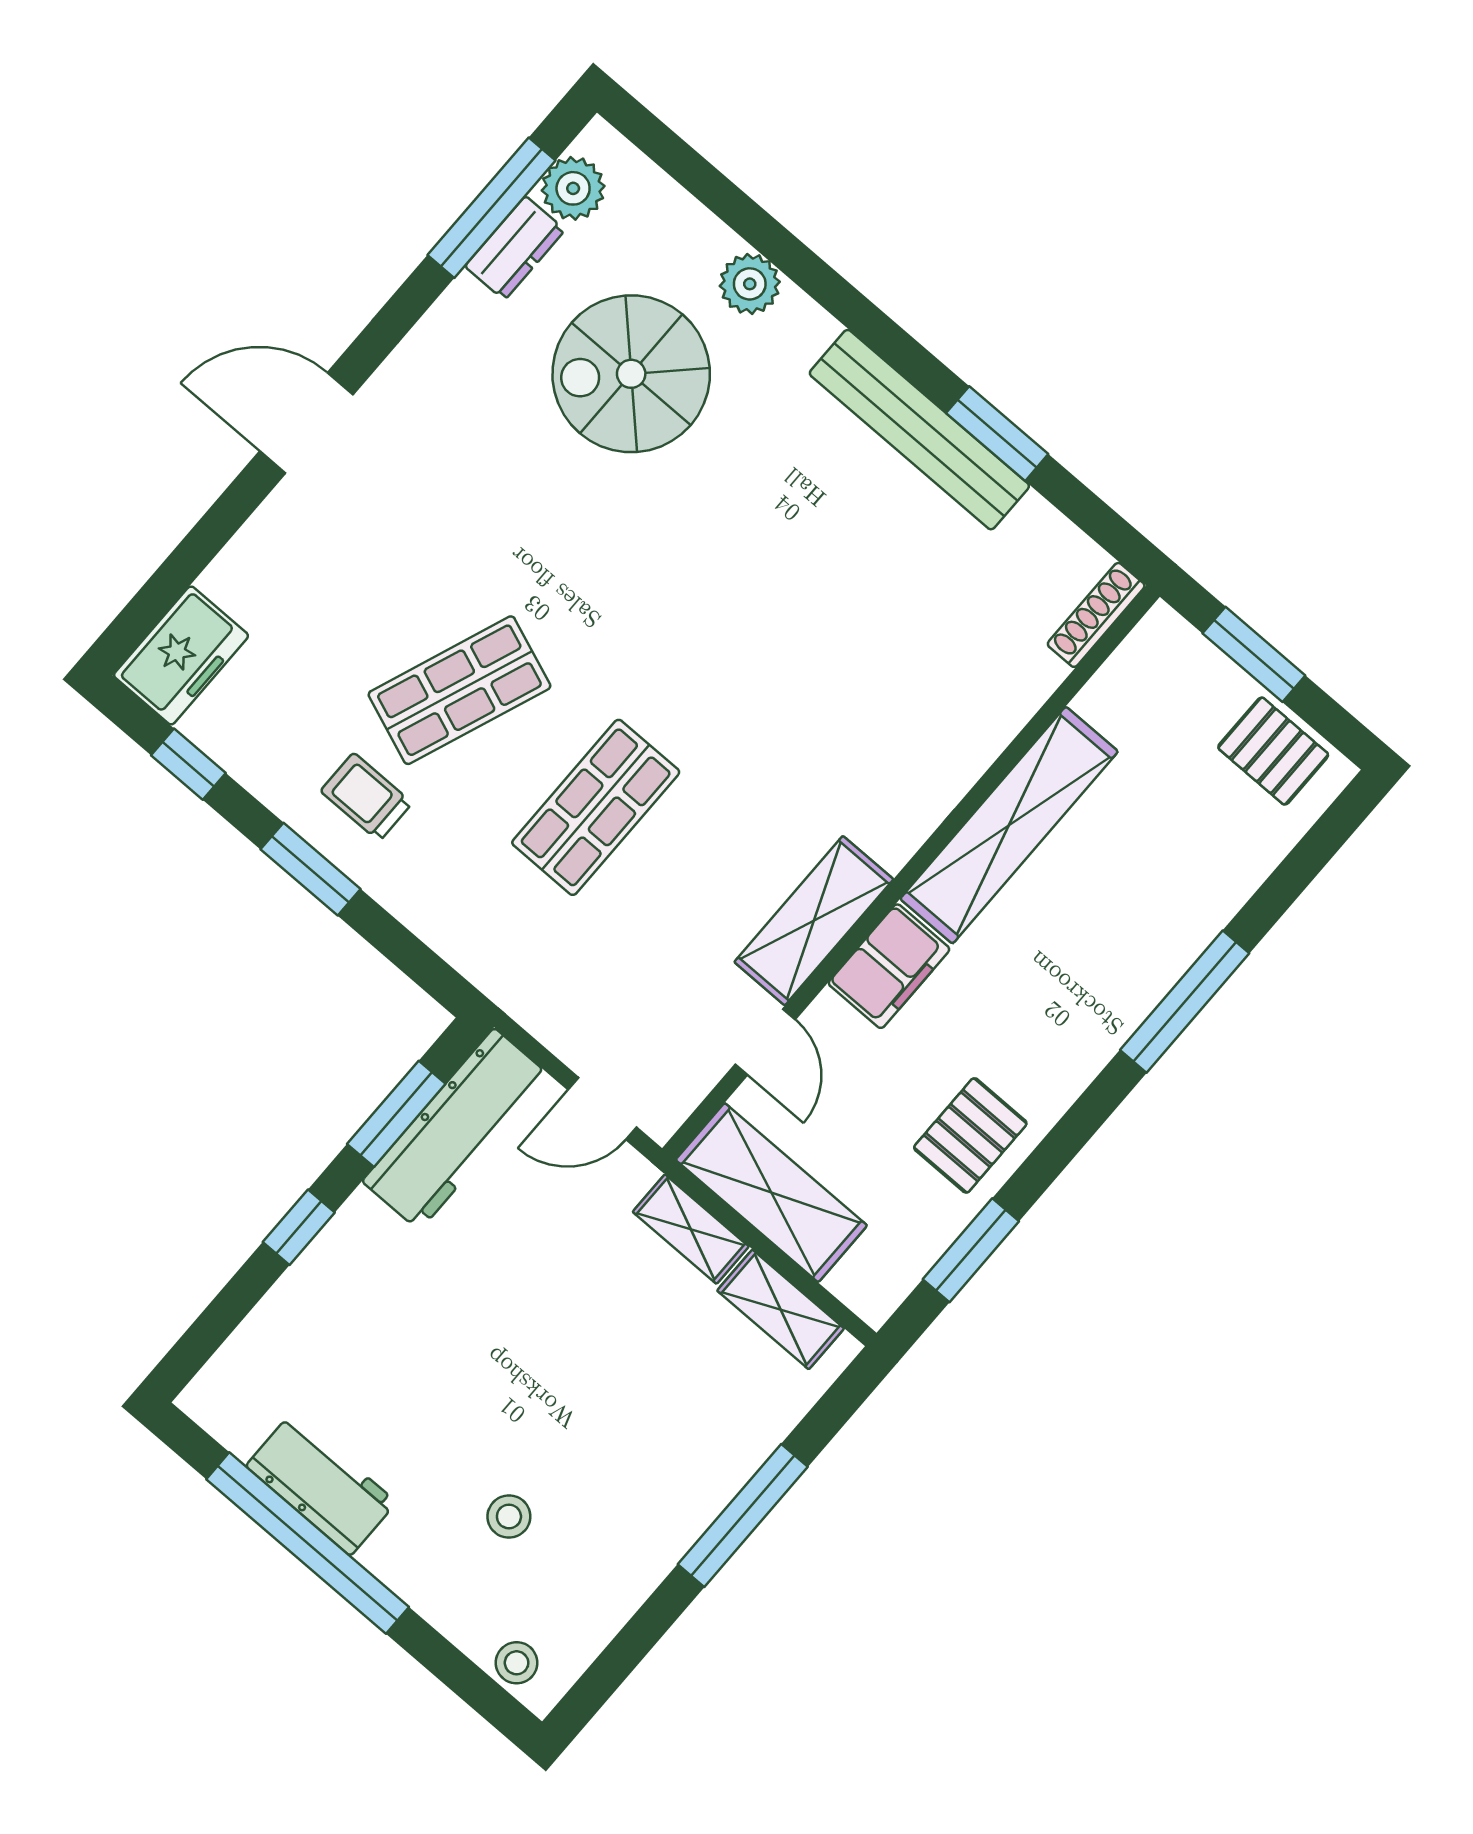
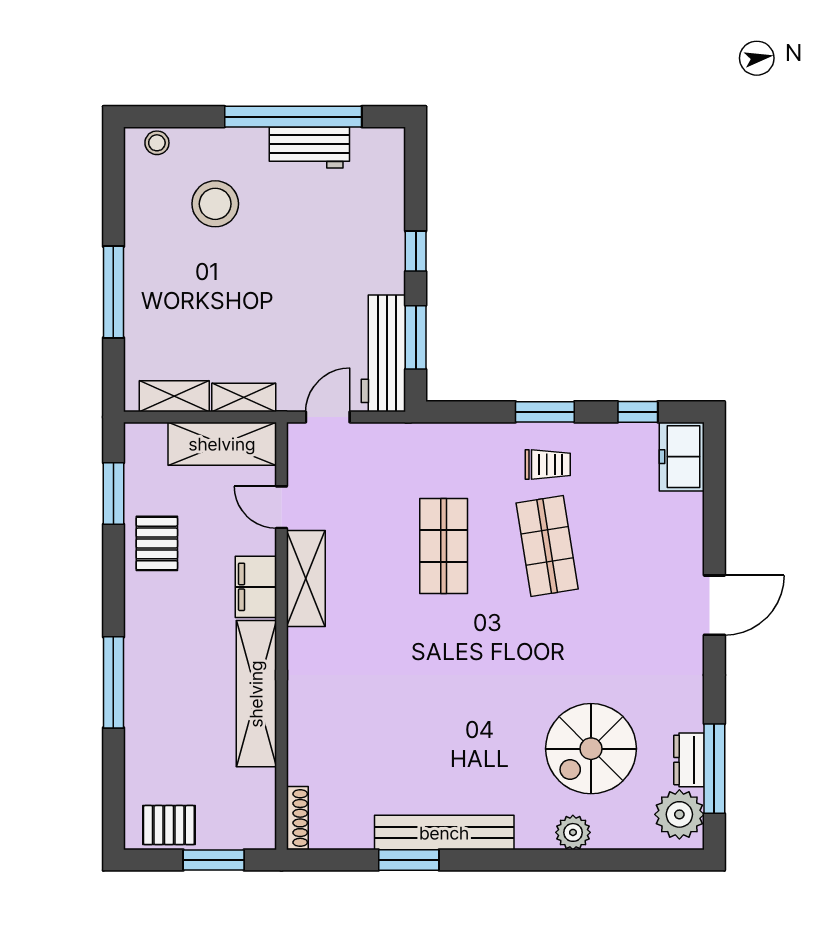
plant: (573, 188) -> (679, 814), width x1.36, depth x1.36
spiral stairs: (631, 374) -> (591, 749), turned 180
shop shelf: (459, 690) -> (547, 546), turned -30
stool: (509, 1516) -> (215, 204), width x1.89, depth x1.89

